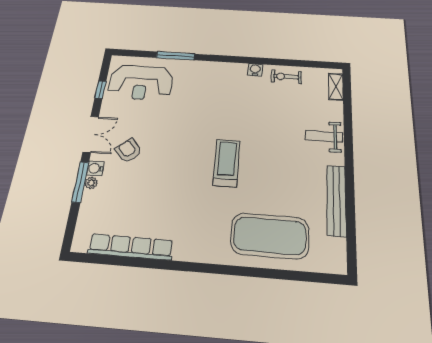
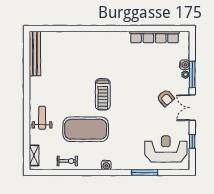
water cooler: (255, 70) -> (106, 165), moved
weight bench: (324, 136) -> (42, 118), turned -90
water cooler: (95, 168) -> (185, 65), moved
bench: (336, 200) -> (35, 54), moved
exercise mat: (270, 236) -> (86, 129), moved

